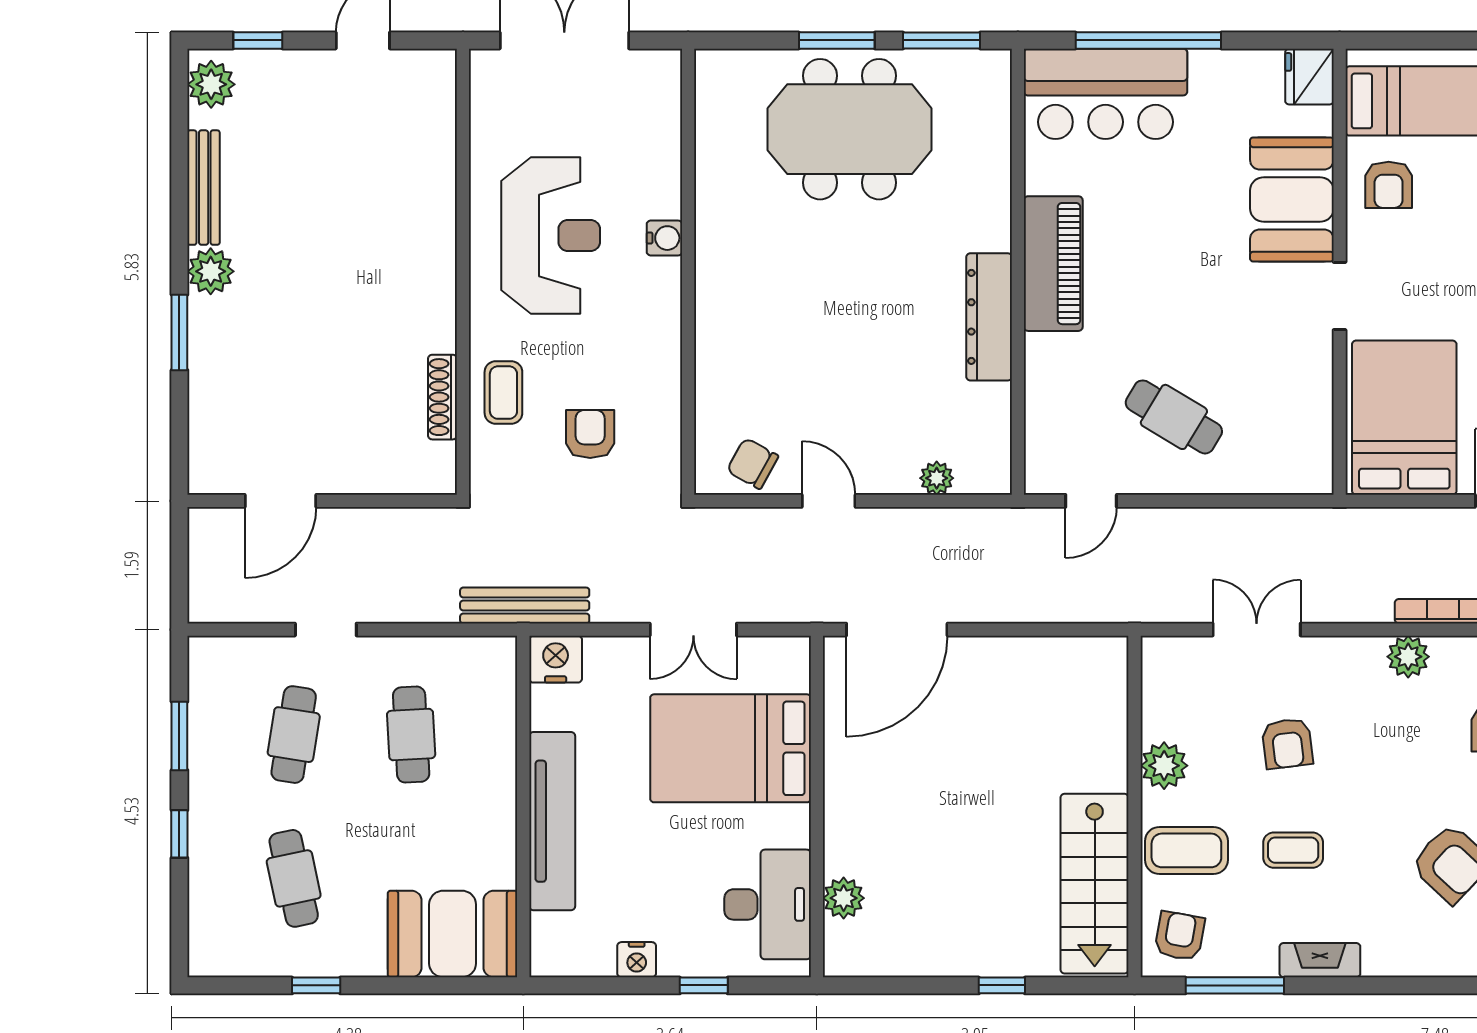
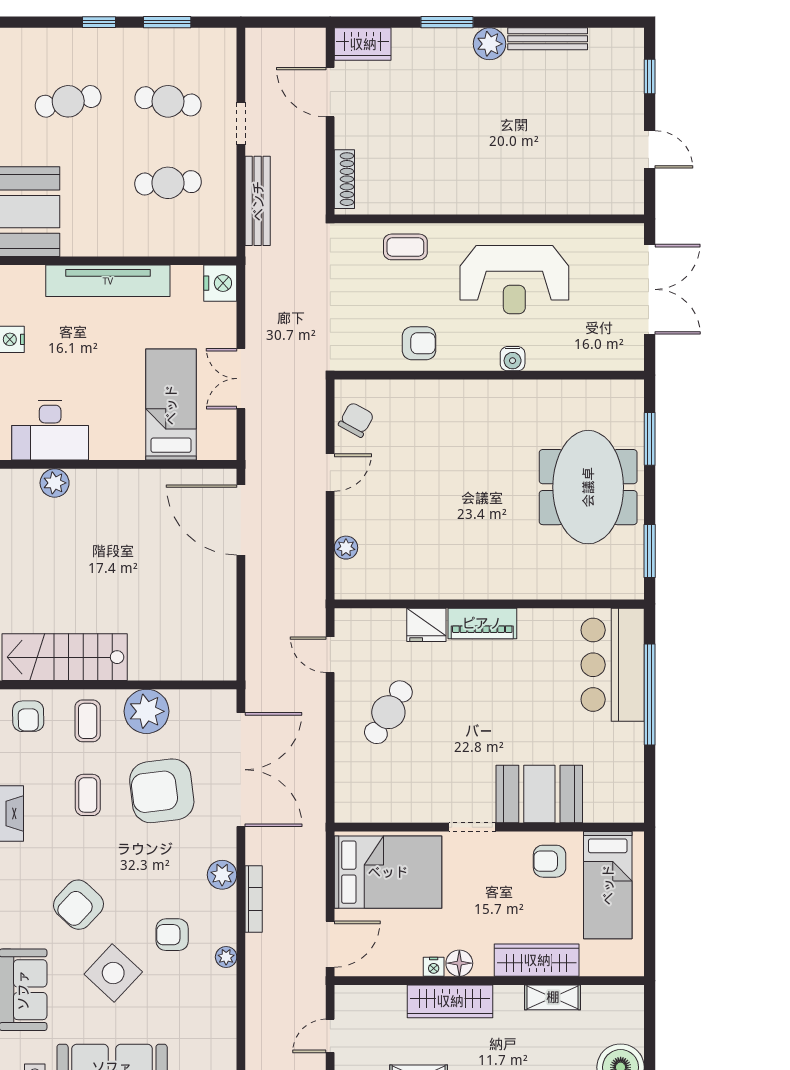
window: (837, 40) -> (650, 439), moved
fridge: (1309, 77) -> (426, 625), moved, turned 180
plant: (211, 84) -> (619, 44), removed
piano: (1053, 264) -> (482, 623), width x0.73, depth x0.75
dresser: (989, 317) -> (458, 584), removed
shoe rack: (442, 397) -> (344, 179), moved, turned 90
armchair: (590, 434) -> (419, 343), moved
wardrobe: (211, 454) -> (363, 44), added
bench: (525, 605) -> (258, 201), moved
double door: (1257, 630) -> (241, 770), width x1.87
armchair: (1287, 743) -> (162, 791), width x1.88, depth x1.88
bed: (731, 748) -> (171, 405), width x0.67
plant: (1164, 766) -> (146, 711), width x1.36, depth x1.36
coffee table: (1186, 850) -> (88, 721), width x0.73, depth x0.77
armchair: (1180, 936) -> (28, 716), turned 79

